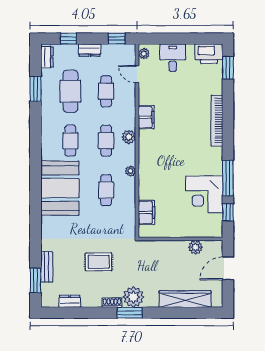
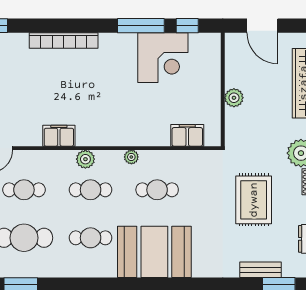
plant: (195, 247) -> (234, 98), moved
rug: (99, 262) -> (254, 200), width x1.36, depth x1.43

